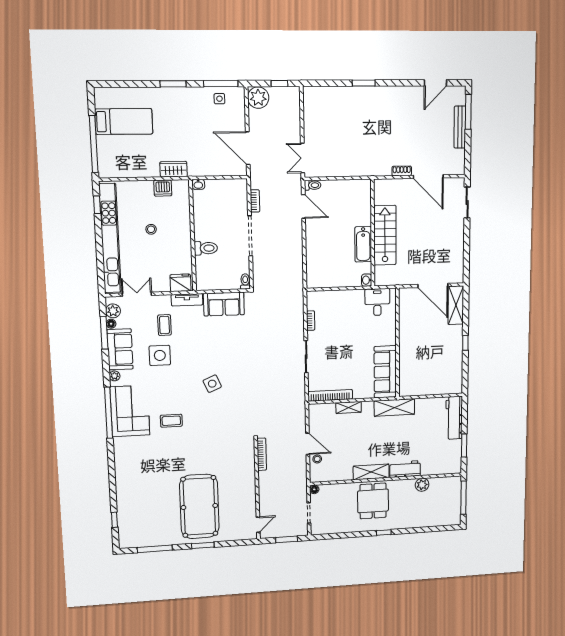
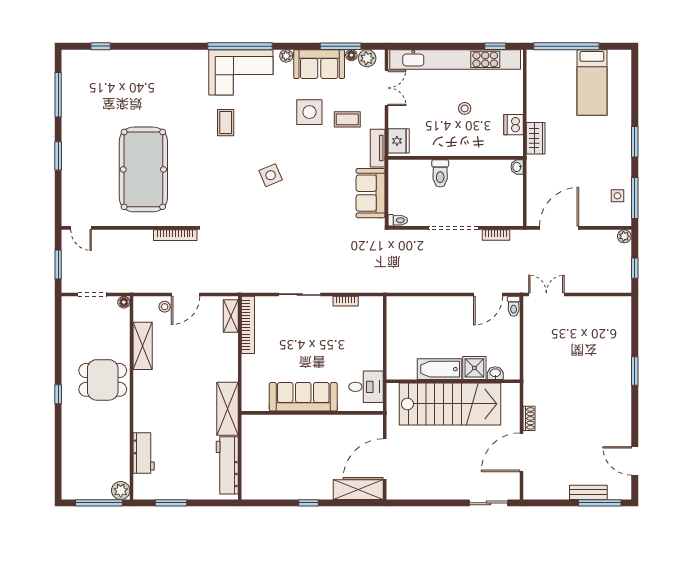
plant: (258, 98) -> (624, 236), width x0.53, depth x0.53
bench: (460, 127) -> (588, 492), width x0.73
shower: (362, 216) -> (474, 368), added
stairs: (385, 235) -> (450, 404), width x1.36, depth x1.51
washbasin: (367, 280) -> (495, 373), moved
sofa: (385, 372) -> (303, 397), moved
shelving: (349, 407) -> (231, 316), moved
workbench: (454, 418) -> (227, 465), moved, turned -90
workbench: (405, 469) -> (144, 453), moved
shelving: (371, 472) -> (143, 346), moved
plant: (422, 485) -> (121, 490), moved
pool table: (199, 506) -> (143, 169), moved, turned 90

